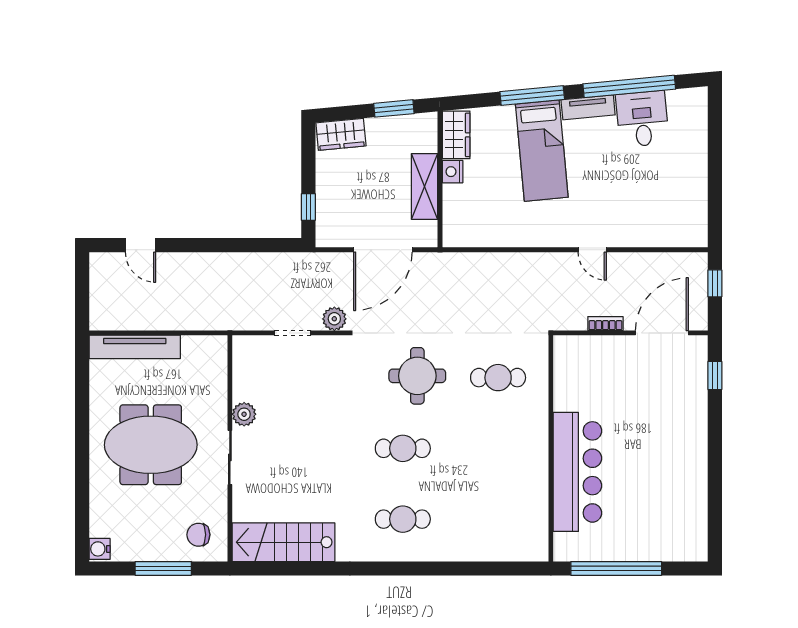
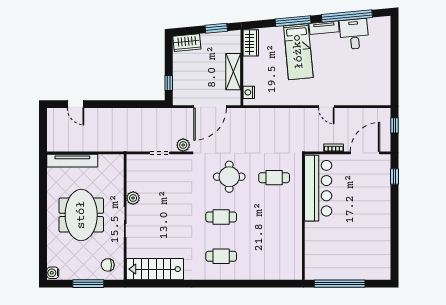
nightstand: (453, 172) -> (249, 92), moved
meeting table: (151, 445) -> (81, 215), turned 90
bar counter: (577, 472) -> (318, 188), moved

